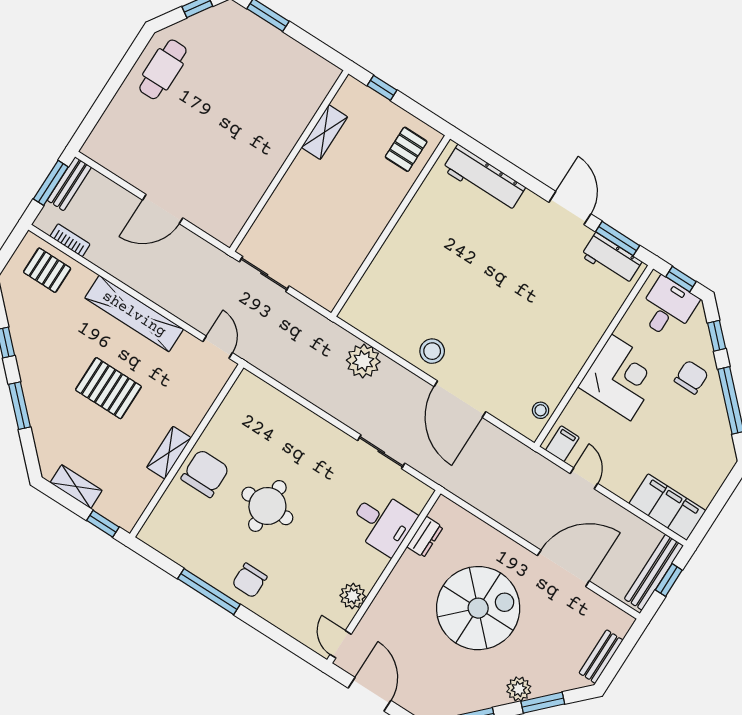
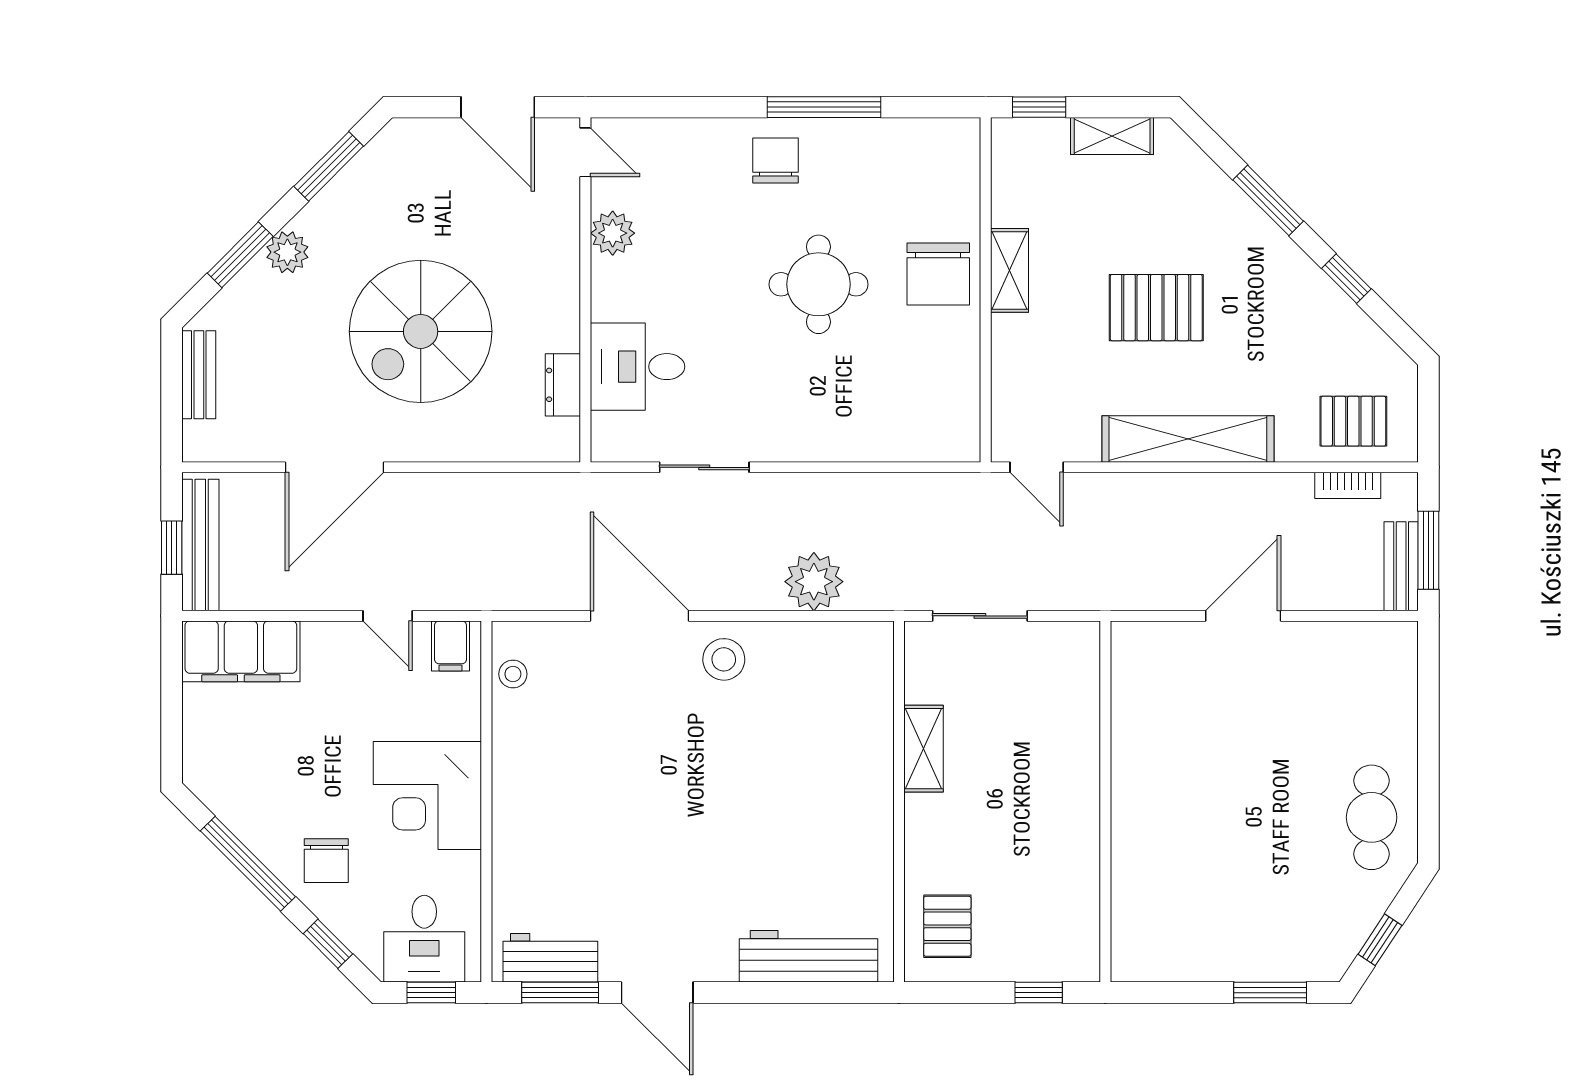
shelving: (325, 132) -> (924, 749), moved
sliding door: (264, 274) -> (980, 616), moved

